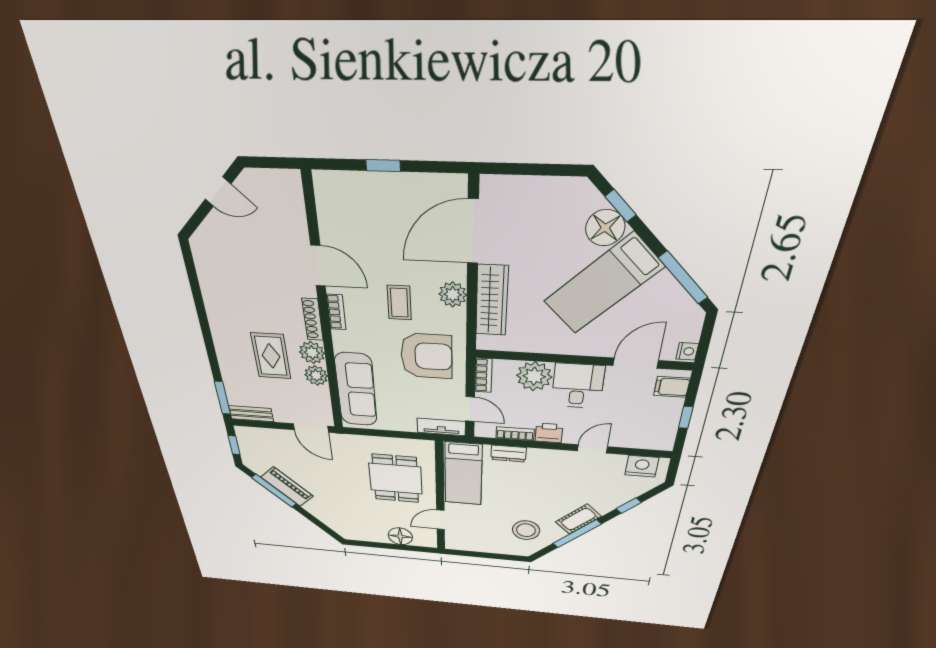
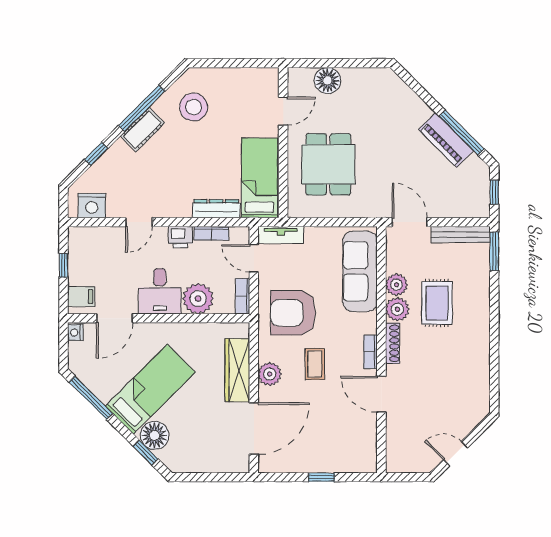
bench: (251, 414) -> (461, 234), width x1.36
dresser: (509, 454) -> (216, 209), width x1.44

